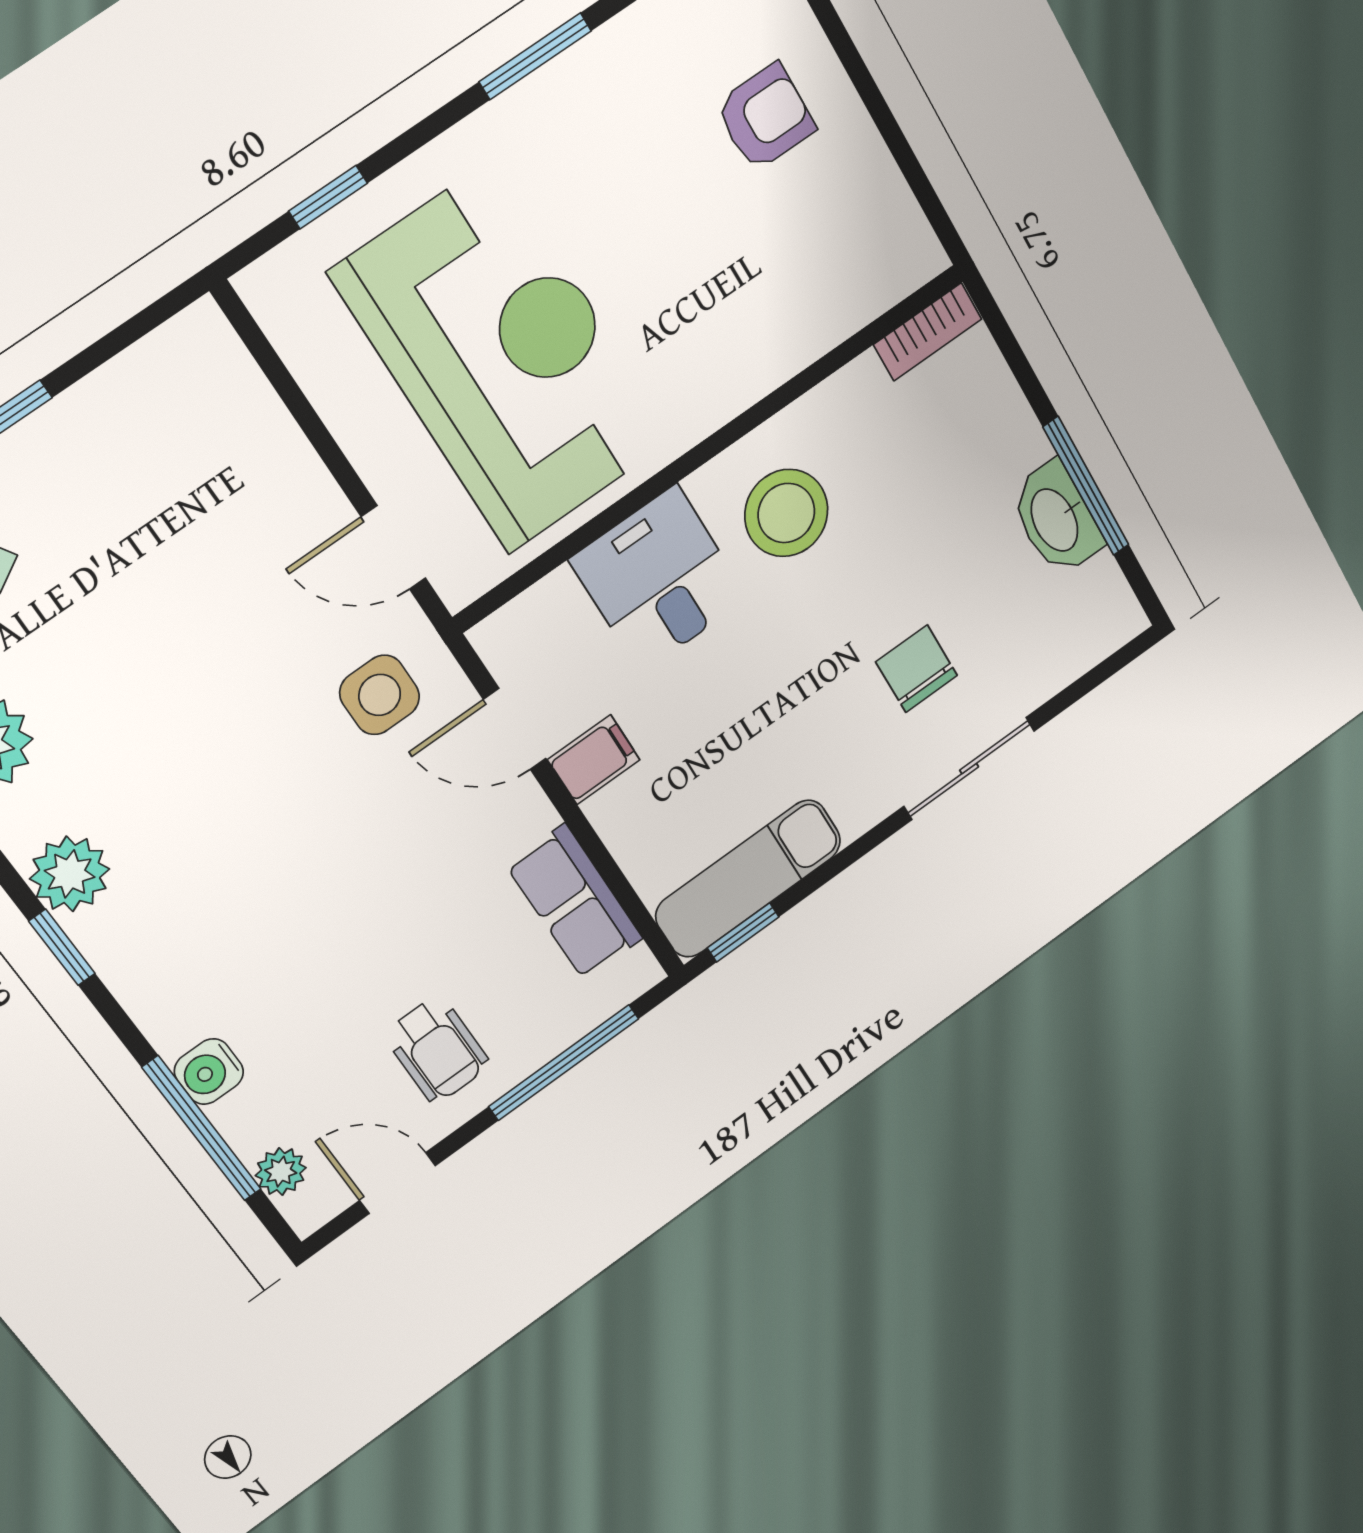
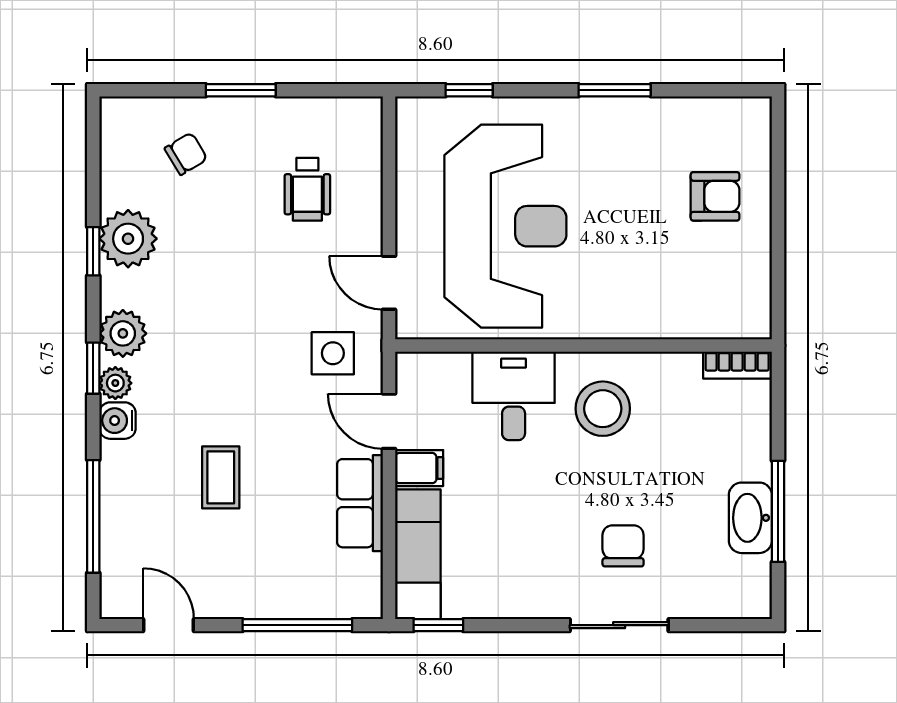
exam couch: (748, 879) -> (418, 554), moved, turned 90
row of seats: (575, 902) -> (360, 503), moved
coffee table: (338, 959) -> (221, 477), added
wheelchair: (437, 1050) -> (307, 189), moved
water cooler: (209, 1072) -> (117, 421), moved
plant: (281, 1172) -> (115, 383), moved

